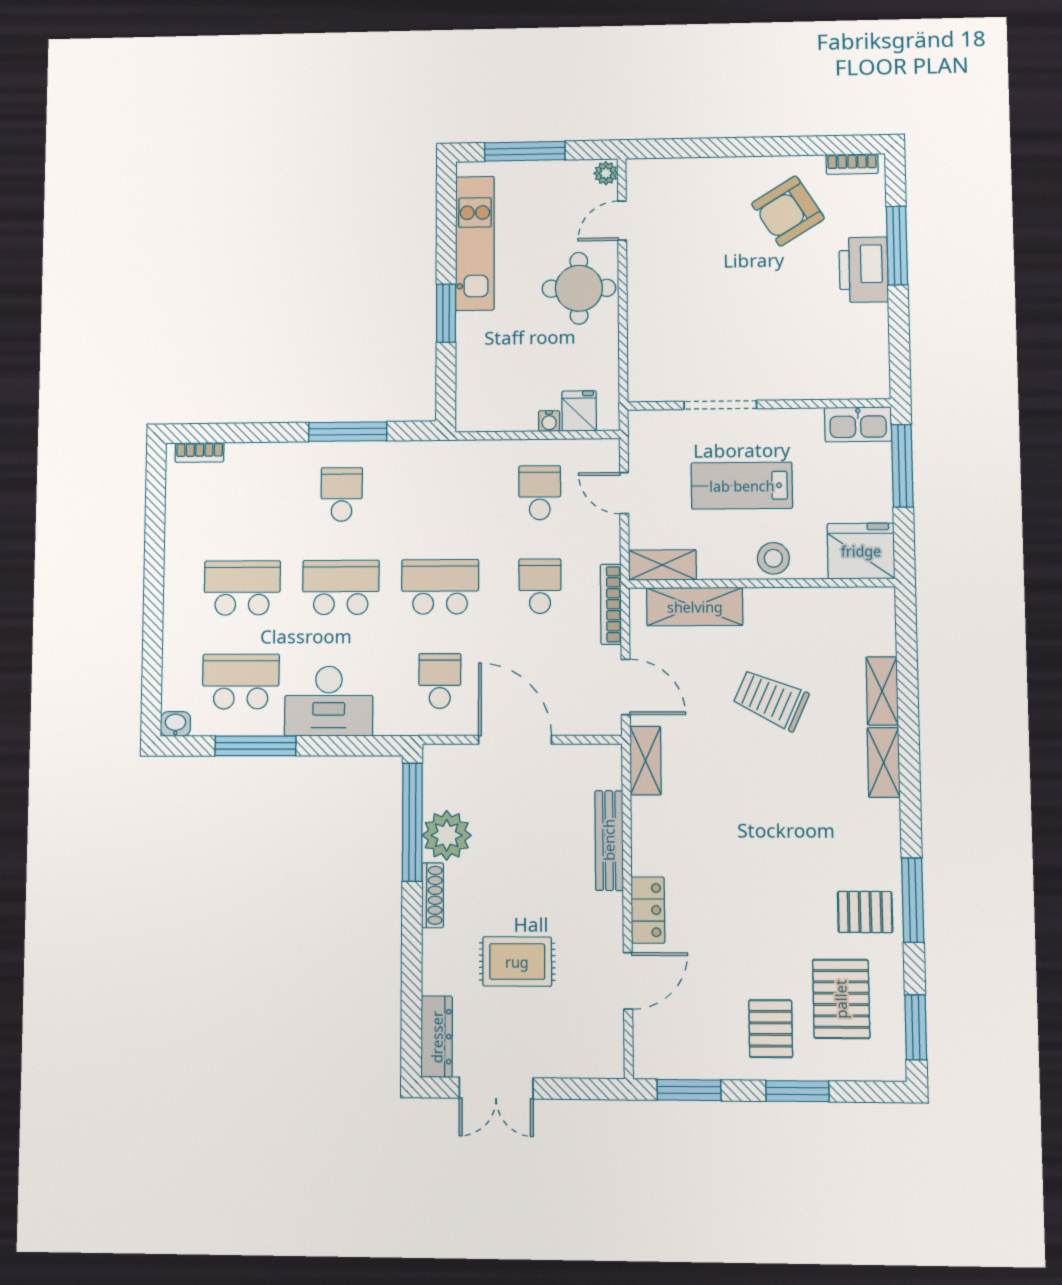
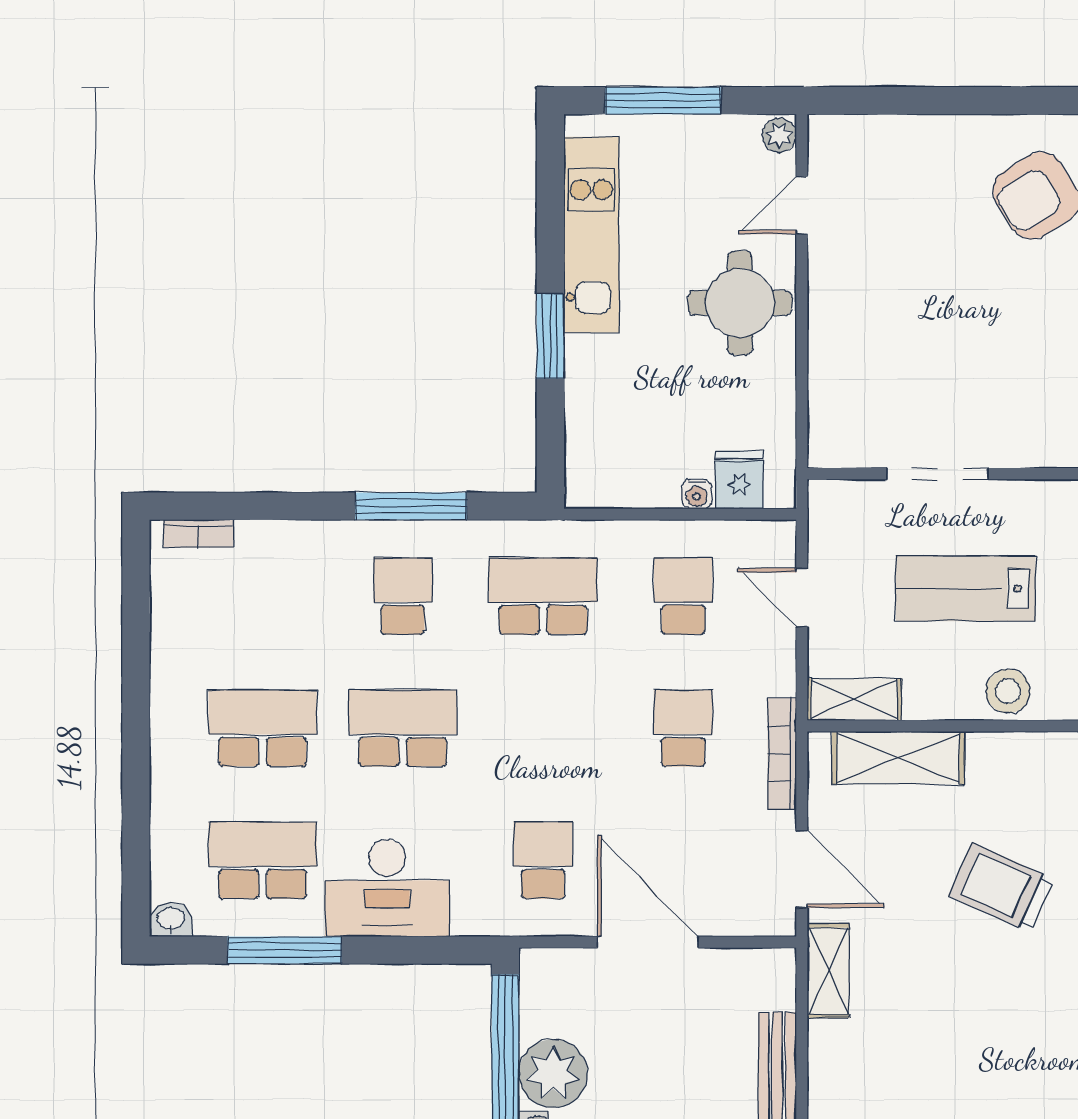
school desk: (440, 587) -> (543, 596), moved

